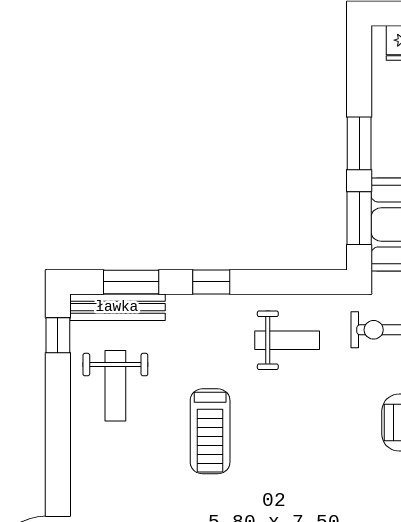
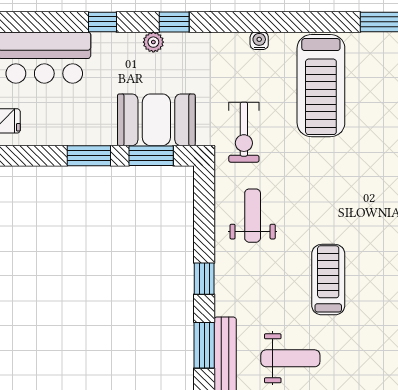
treadmill: (210, 431) -> (328, 280), turned -90

